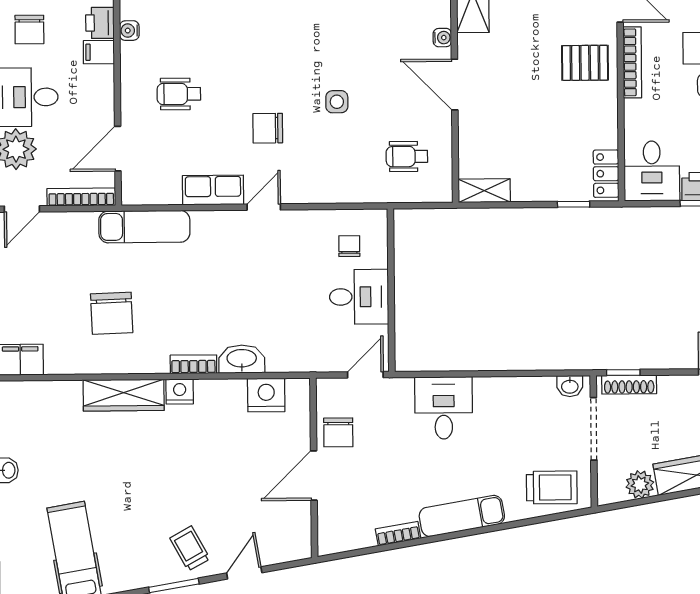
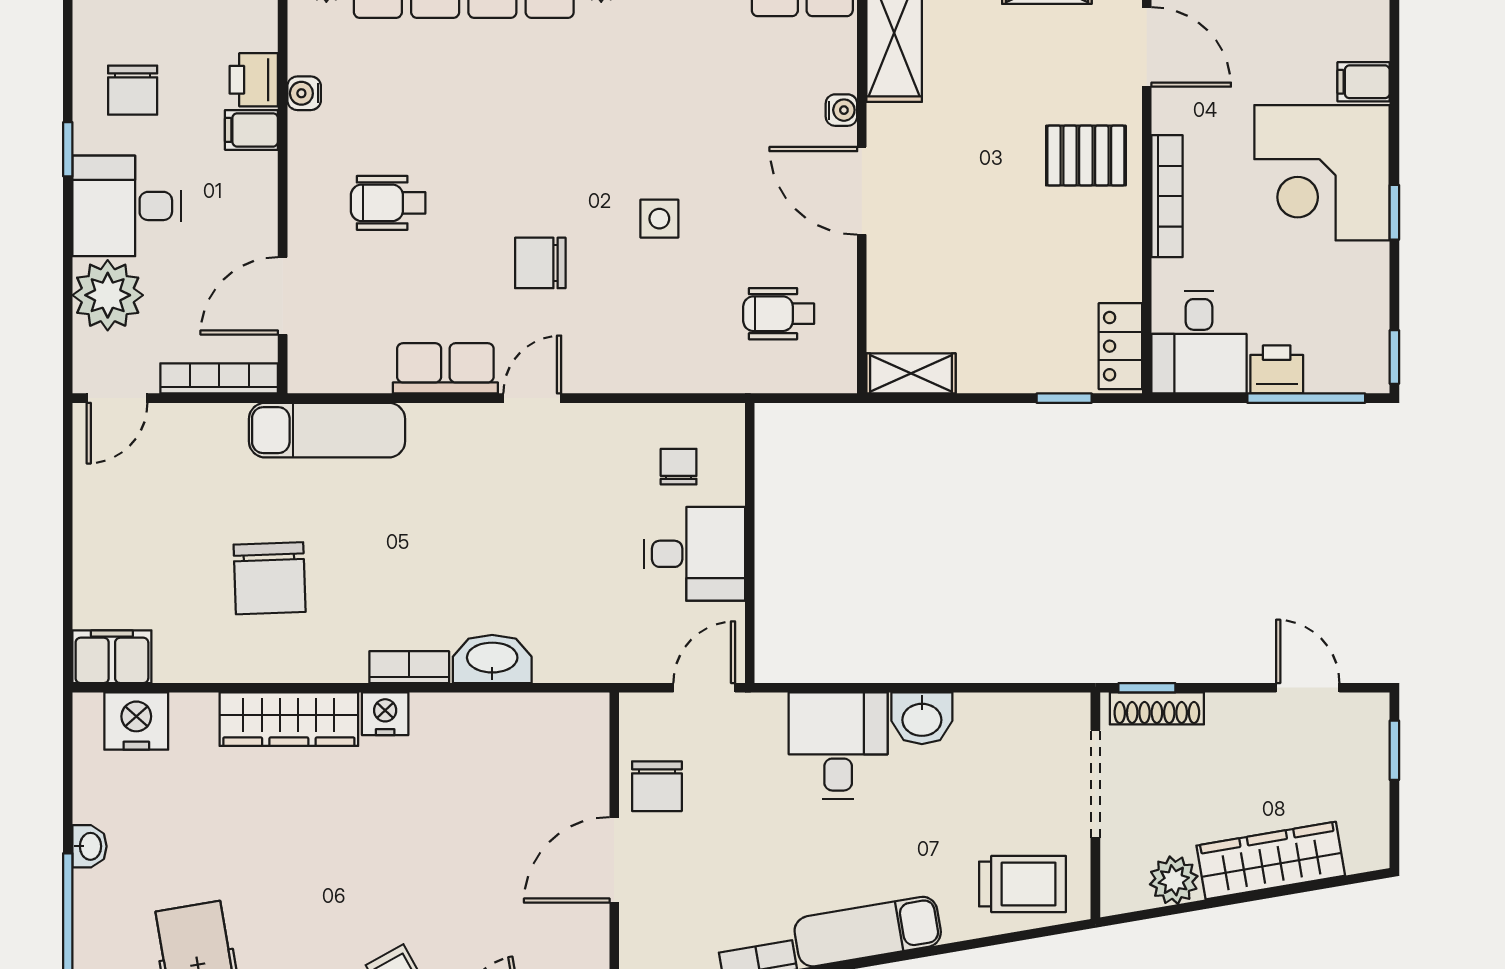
bookcase: (632, 62) -> (1167, 196), moved
washbasin: (570, 386) -> (922, 718), moved, width x1.38, depth x1.45
nightstand: (266, 395) -> (136, 721), moved

